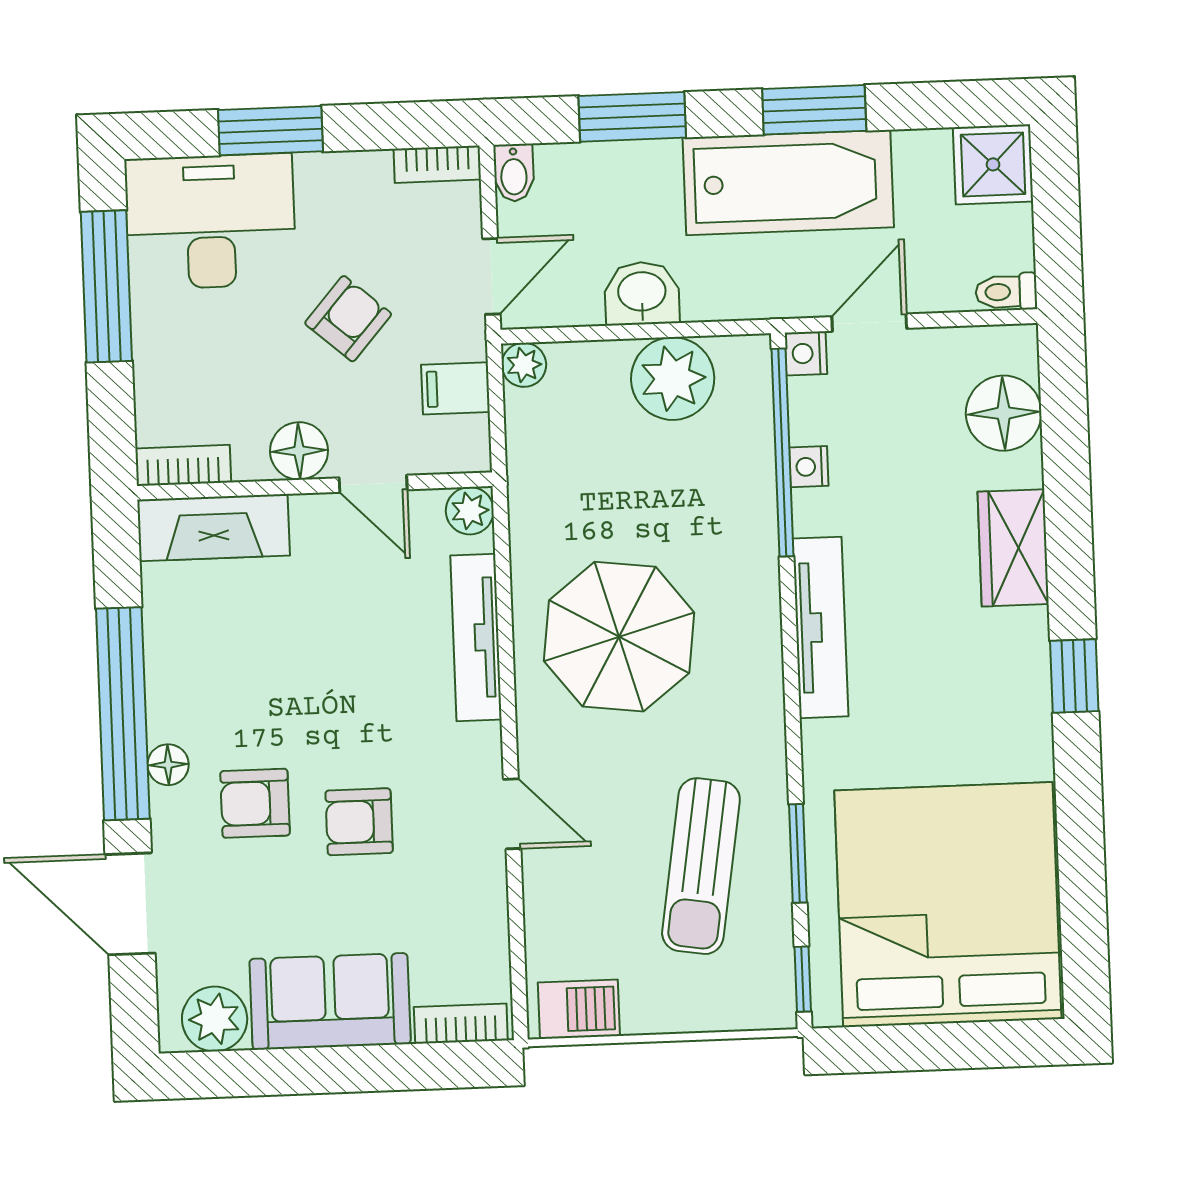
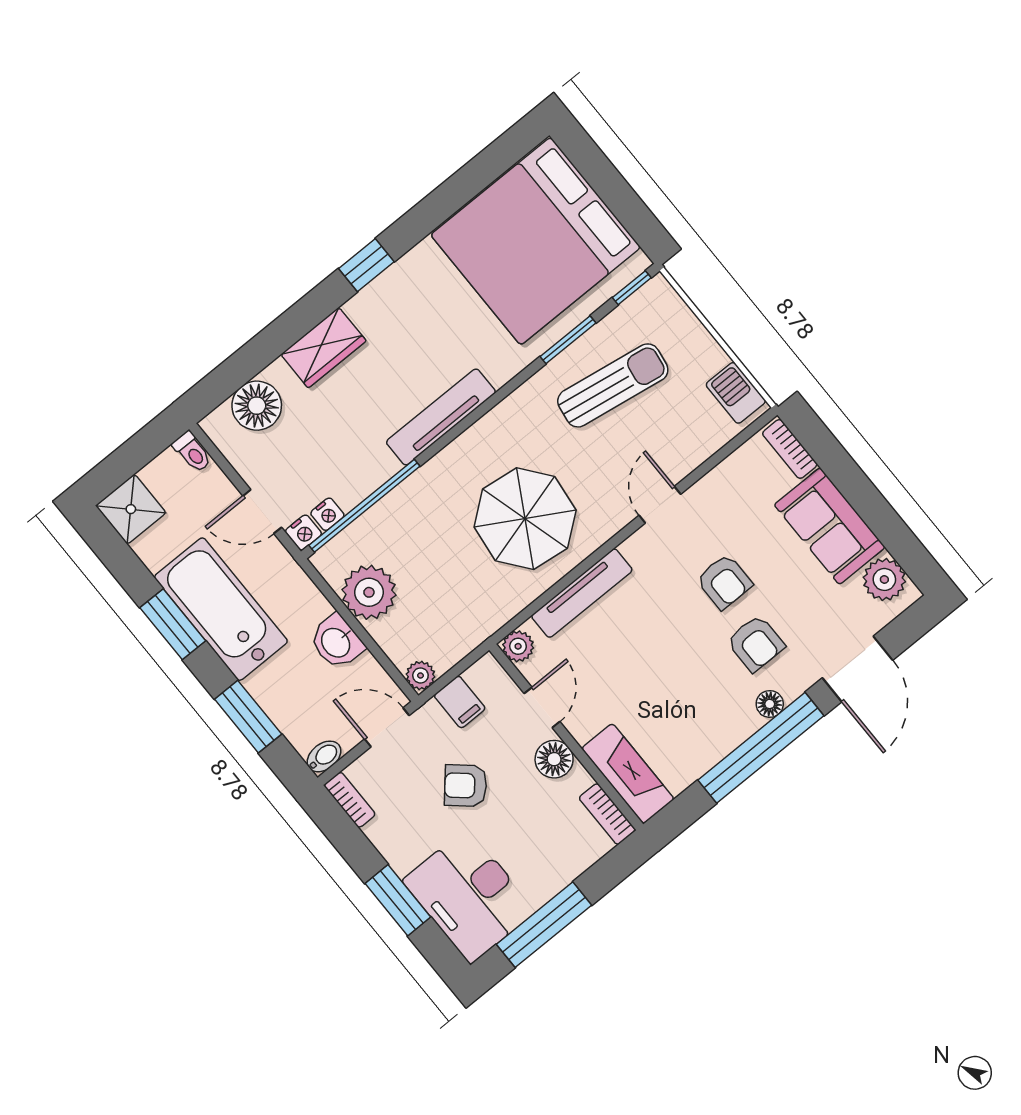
nightstand: (809, 467) -> (327, 514), moved

